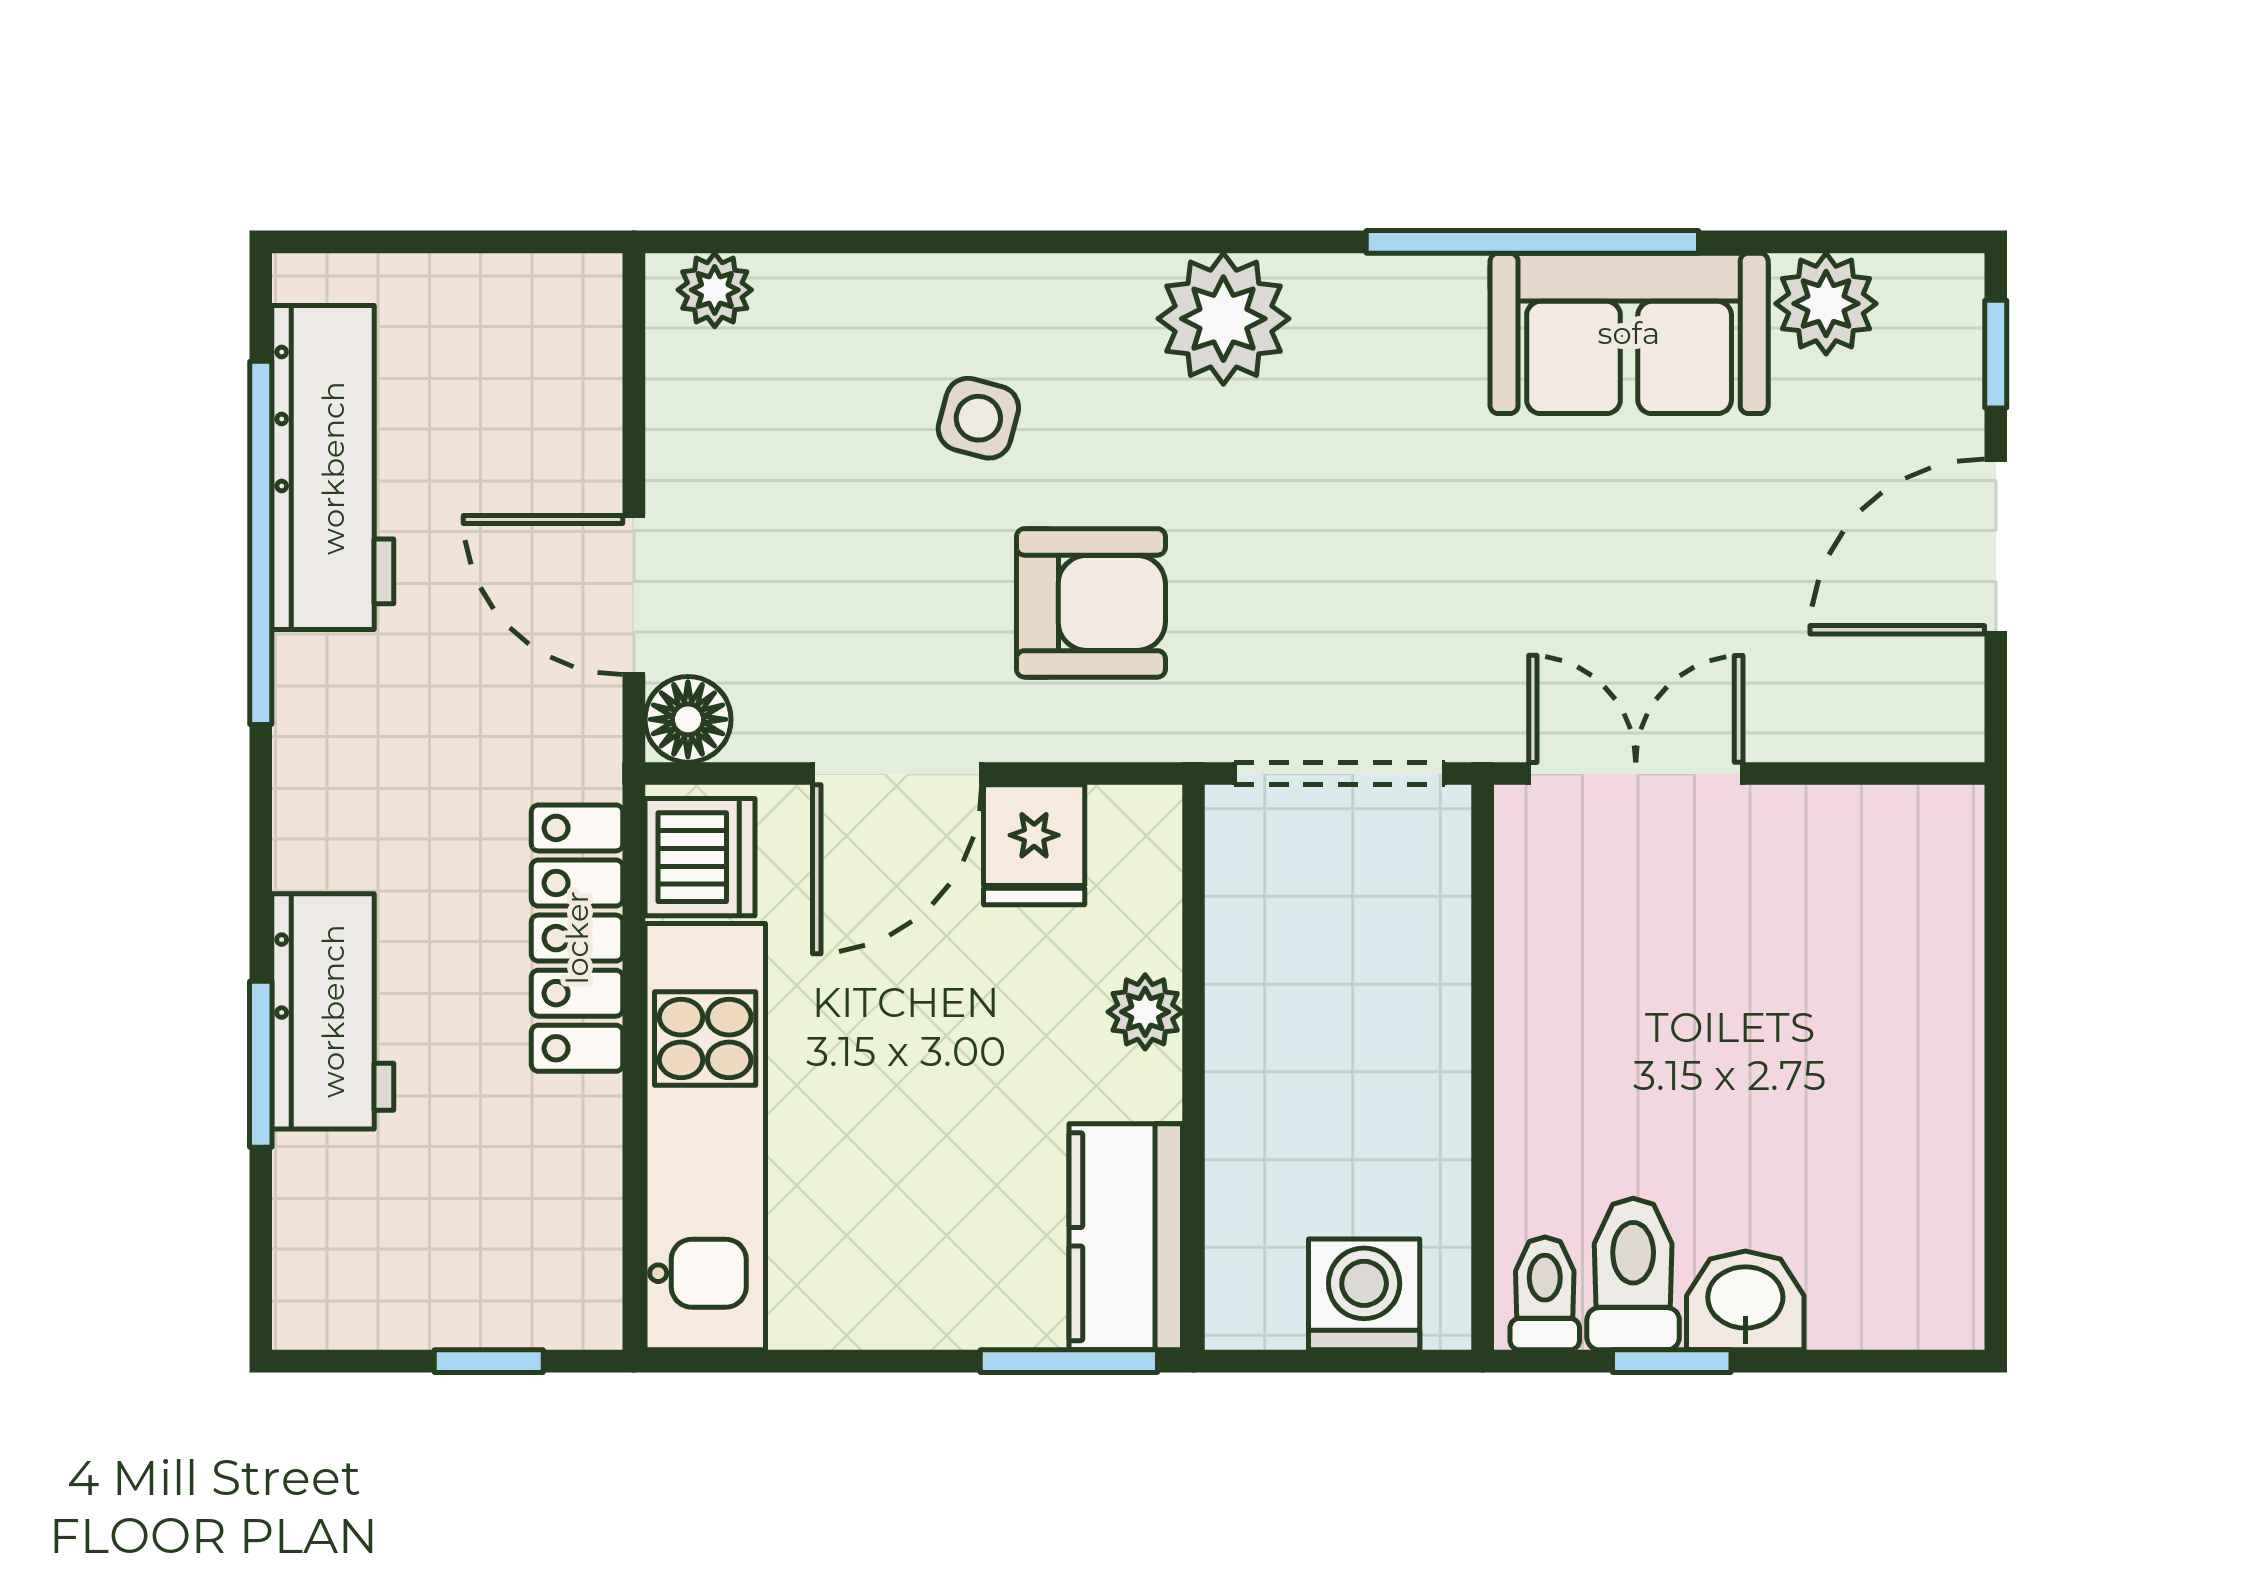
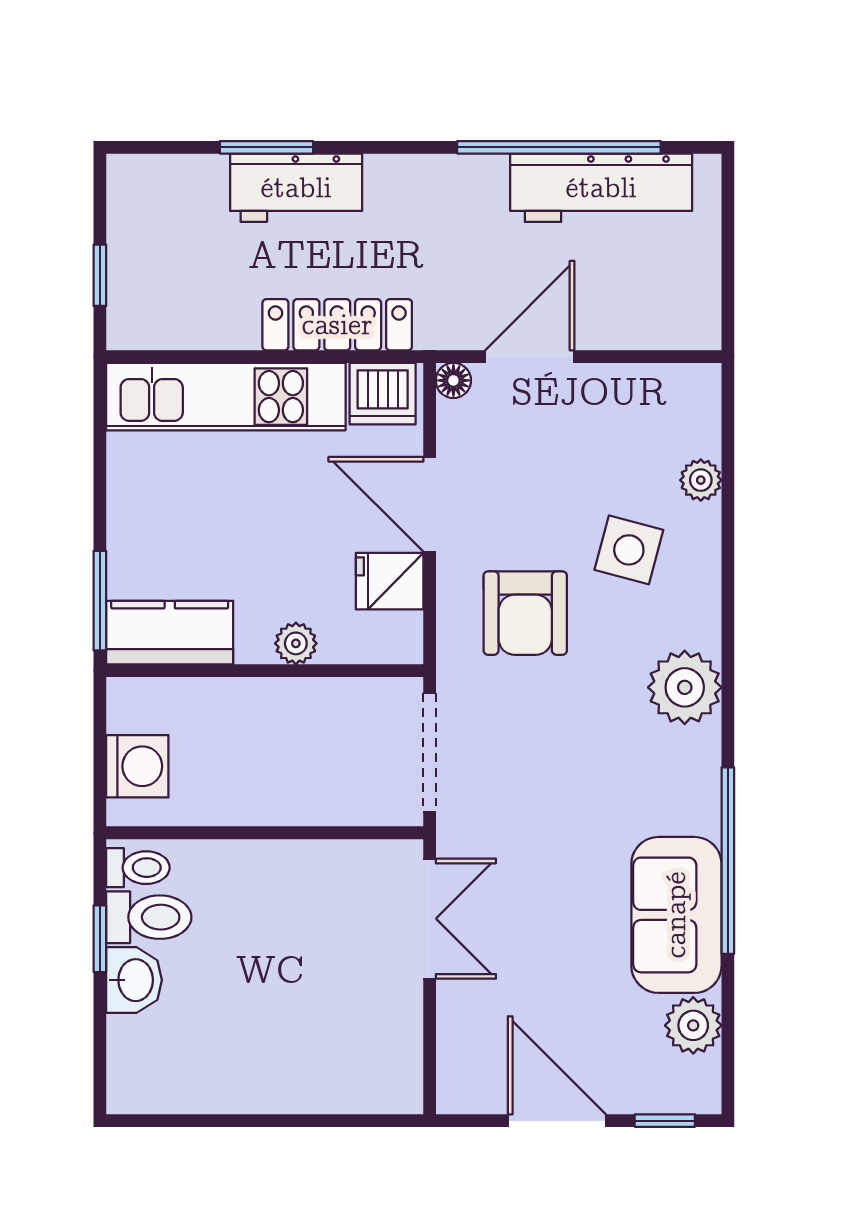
plant: (715, 290) -> (701, 480), moved
side table: (978, 418) -> (629, 550), width x1.37, depth x1.37
floor lamp: (688, 719) -> (453, 380), width x0.73, depth x0.73

